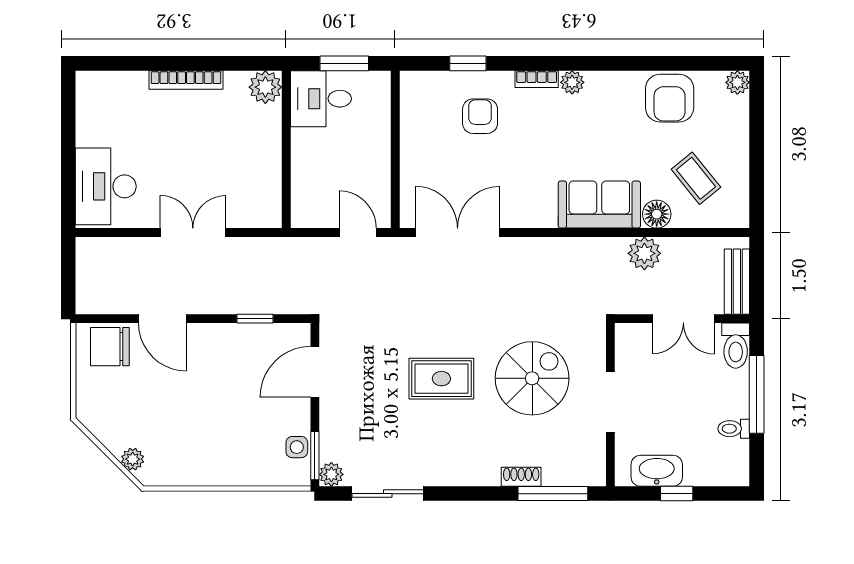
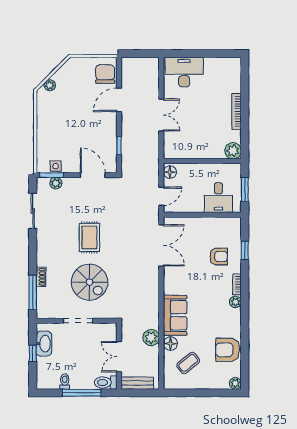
desk: (321, 99) -> (218, 198), moved, turned 180
floor lamp: (309, 215) -> (170, 172), added
plant: (331, 474) -> (56, 183), moved

